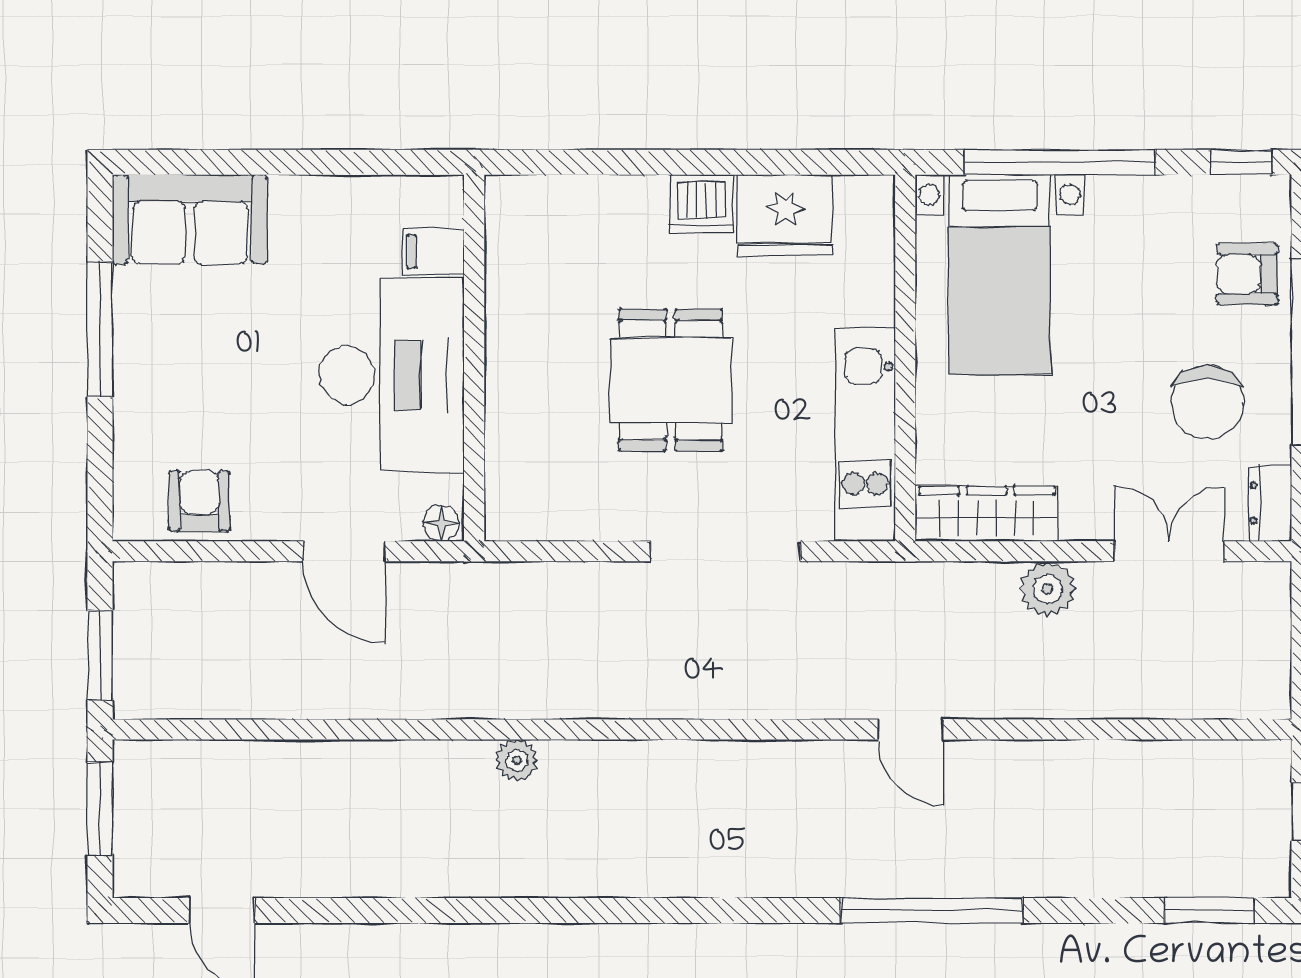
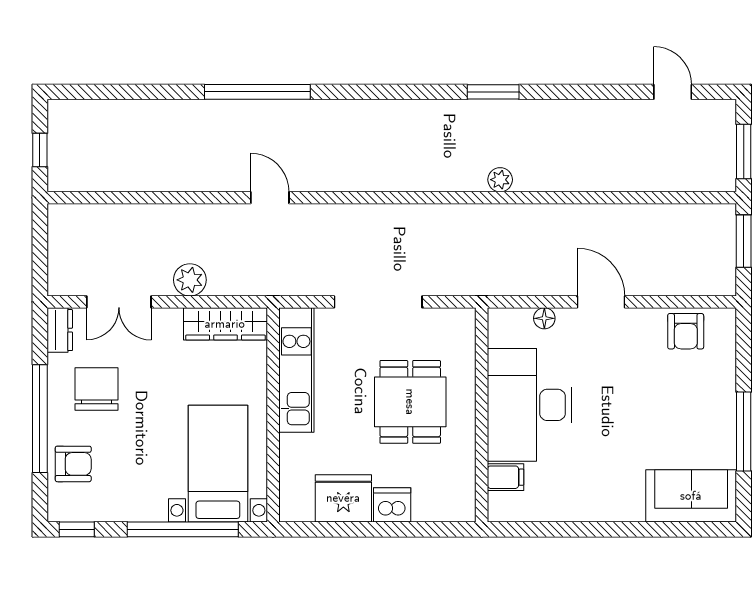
filing cabinet: (433, 251) -> (505, 477), moved
wall: (474, 358) -> (482, 415), moved
desk: (392, 375) -> (530, 405), moved
window: (1210, 910) -> (493, 92), moved

